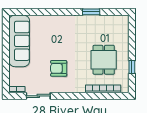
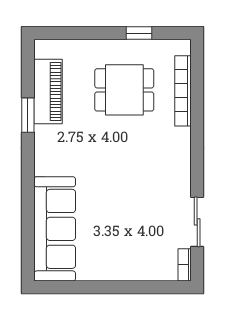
piano: (103, 22) -> (48, 92), added
sofa: (19, 41) -> (55, 229), moved, turned 90
armchair: (59, 68) -> (142, 181), removed

